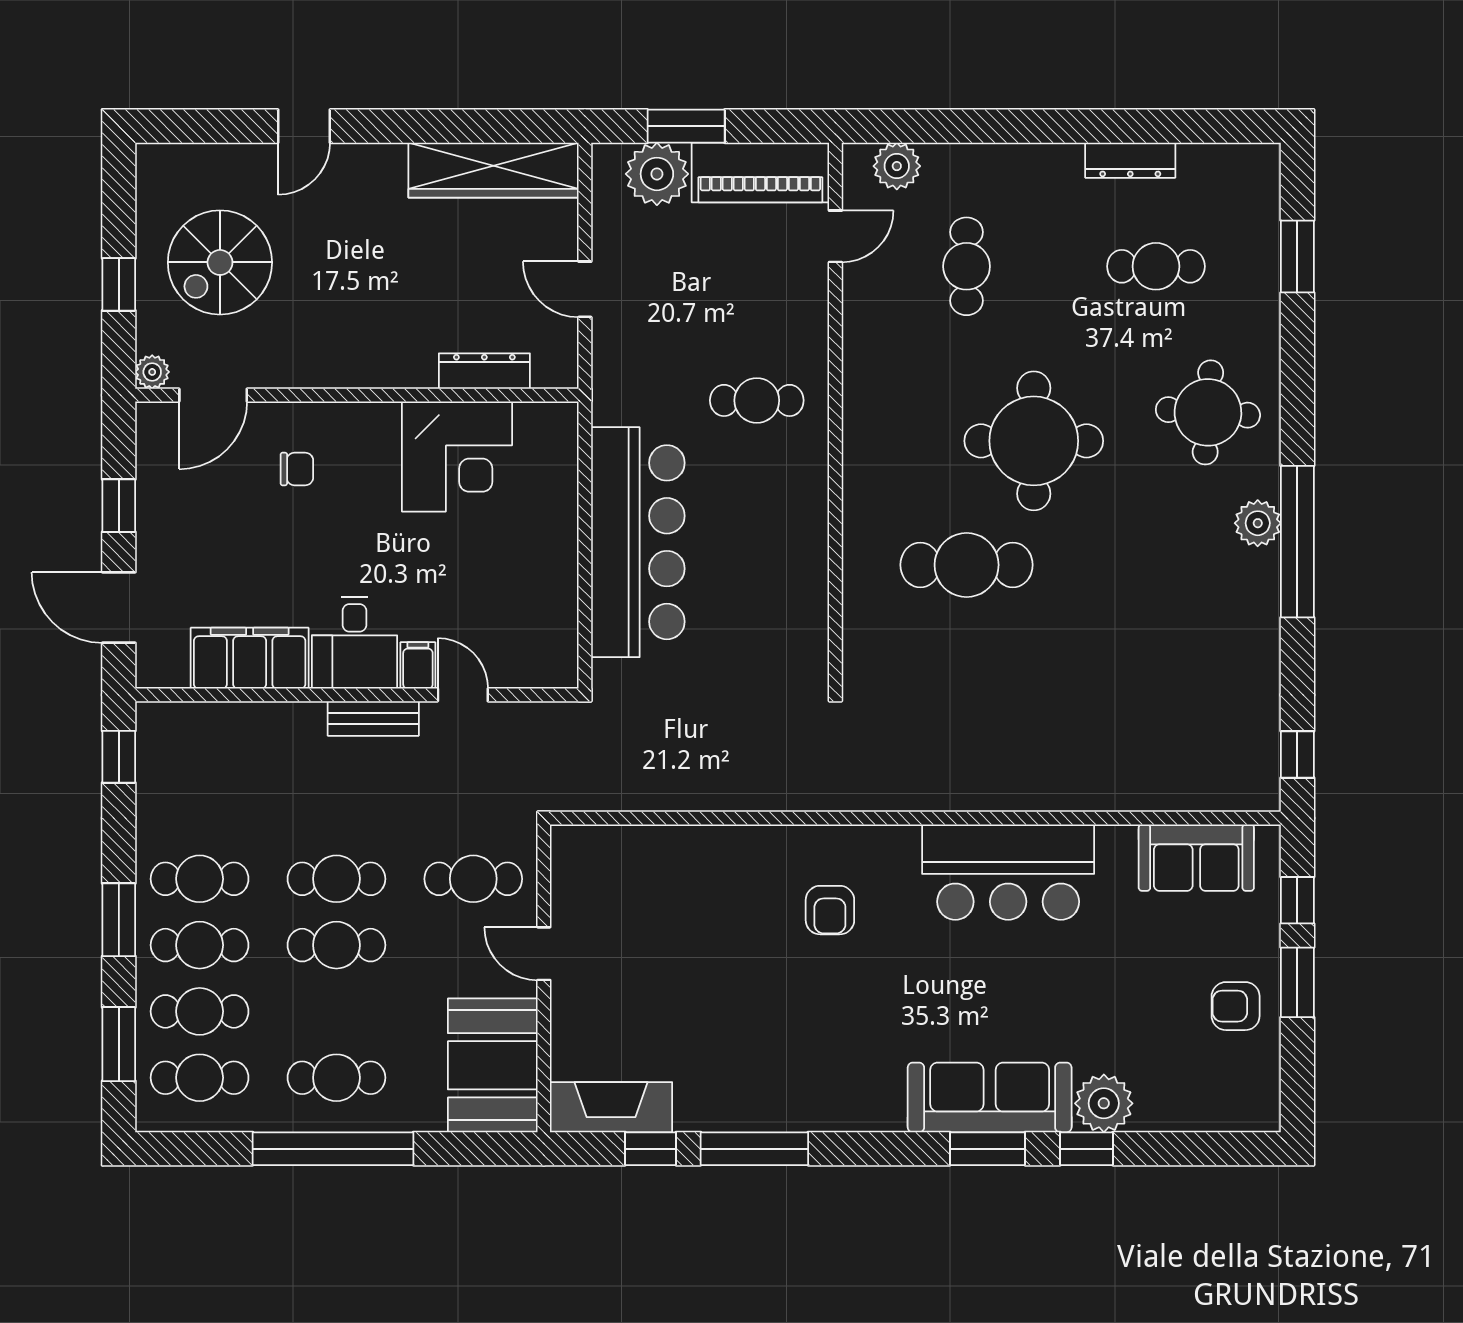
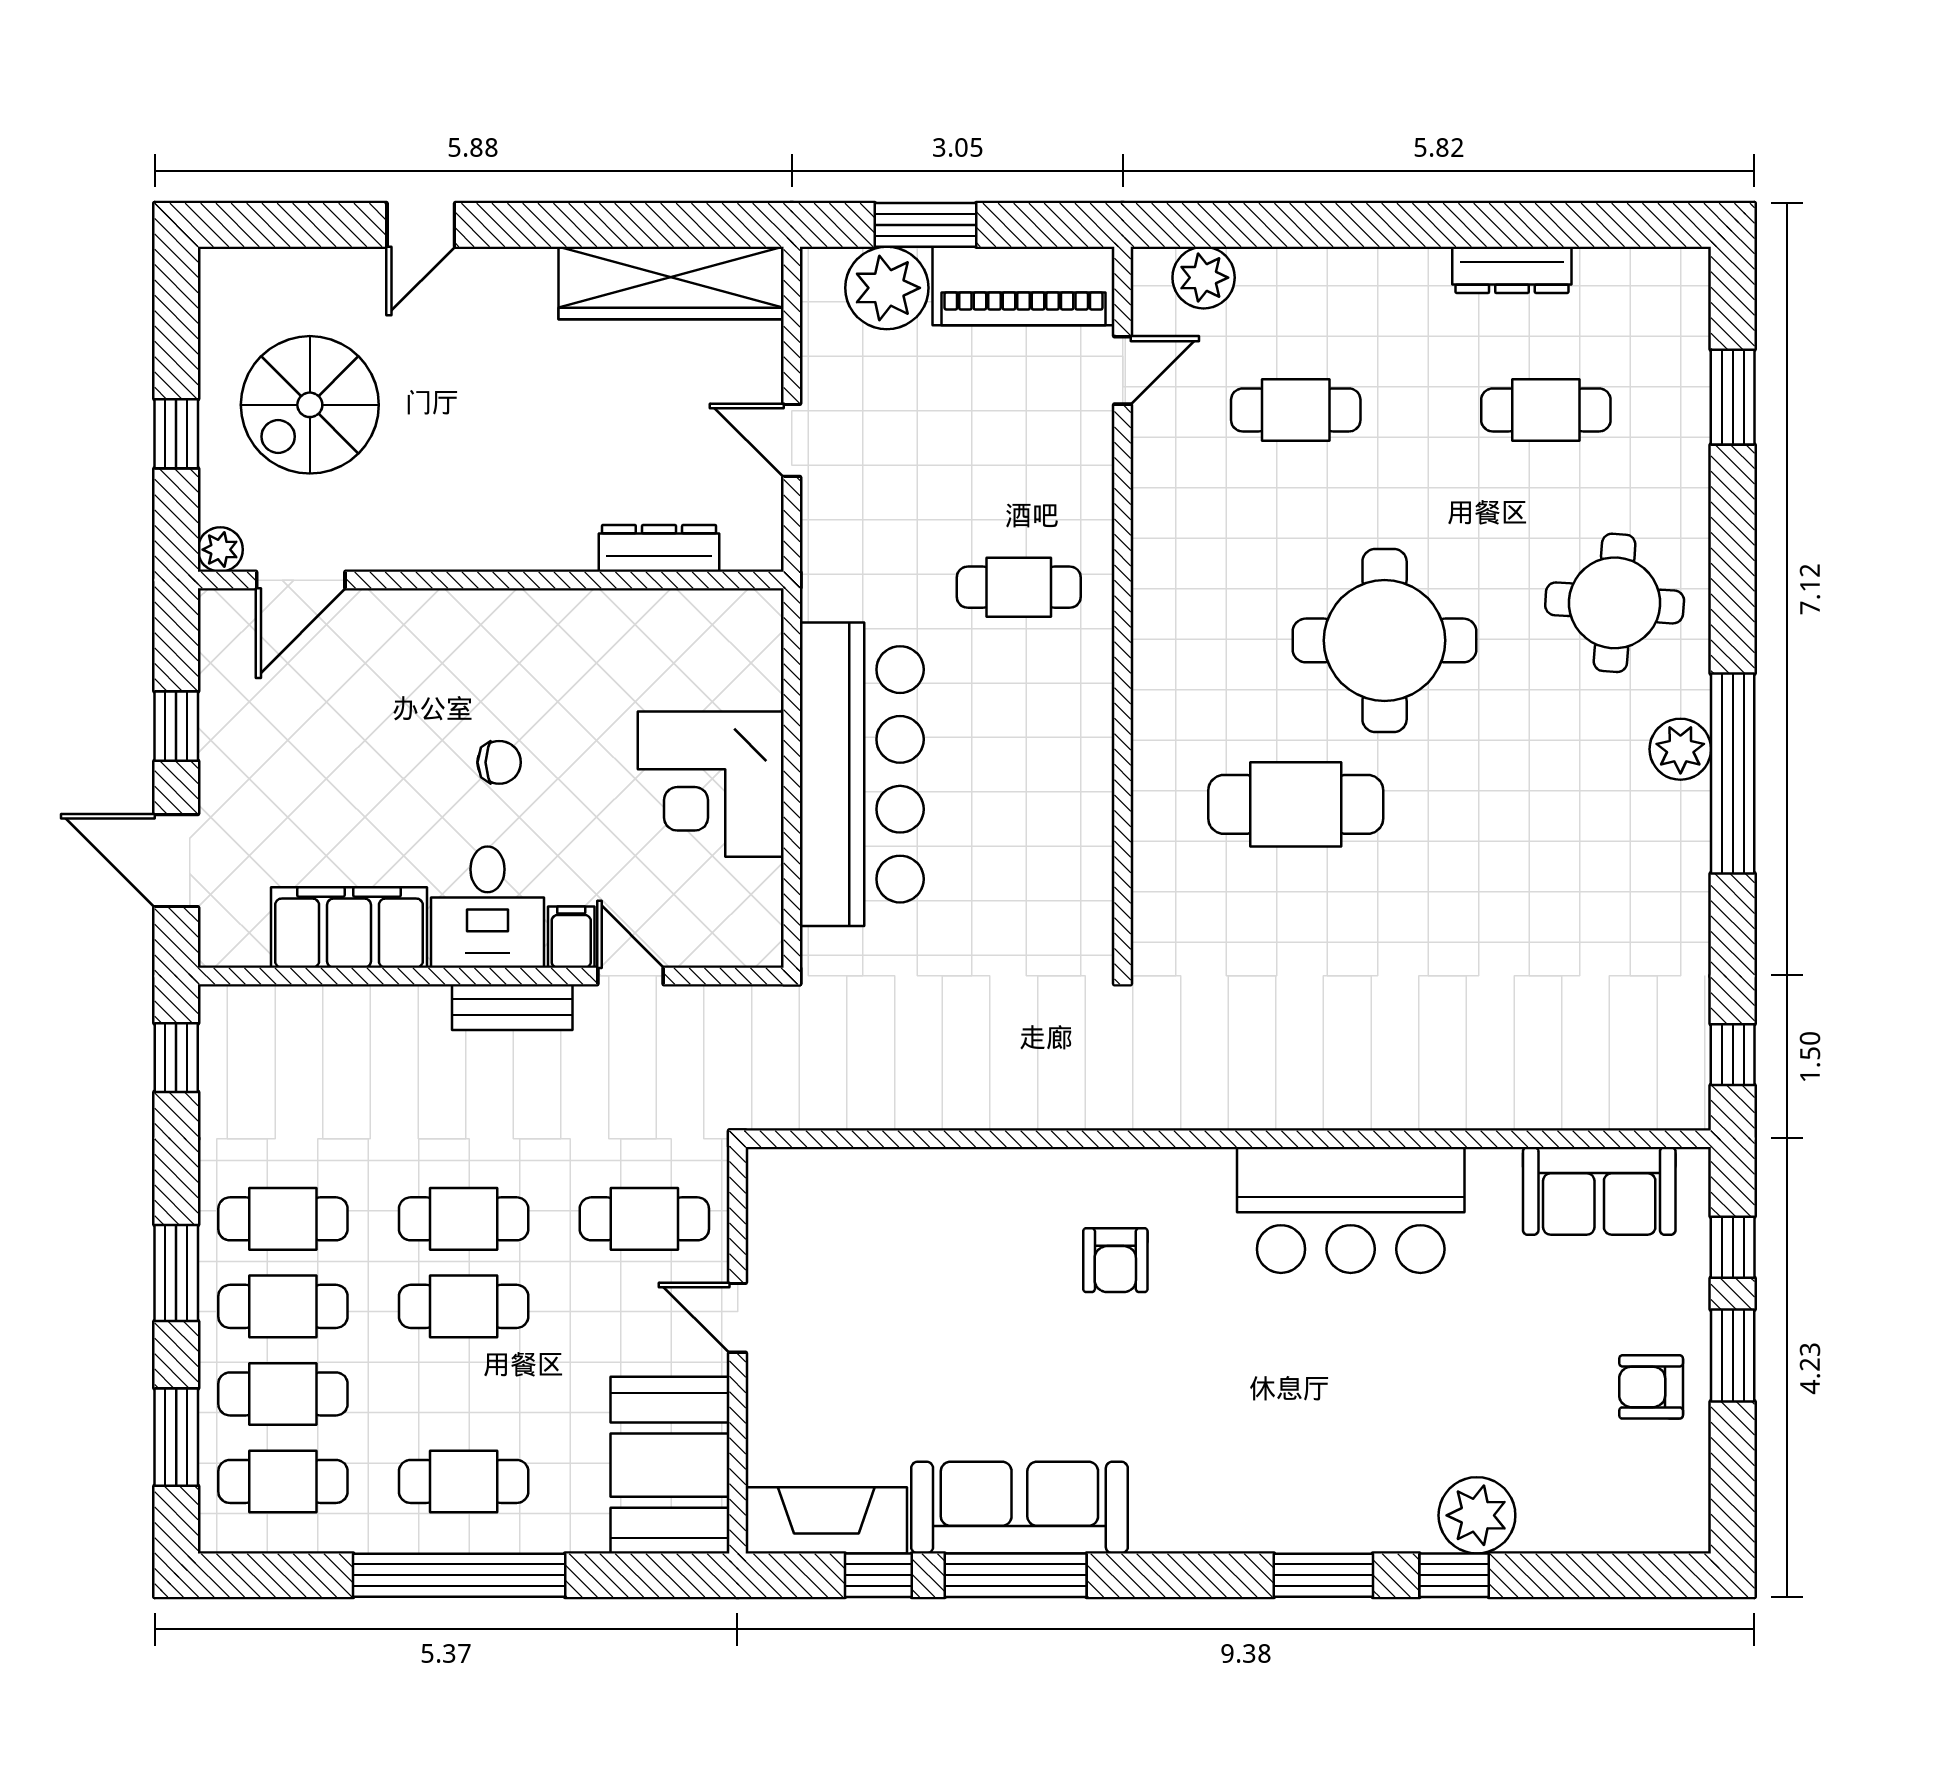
cafe table: (967, 266) -> (1296, 410), turned 90
corner desk: (457, 456) -> (711, 784), moved, turned 90
chair: (297, 469) -> (499, 762), moved
sofa: (990, 1097) -> (1019, 1508), moved

